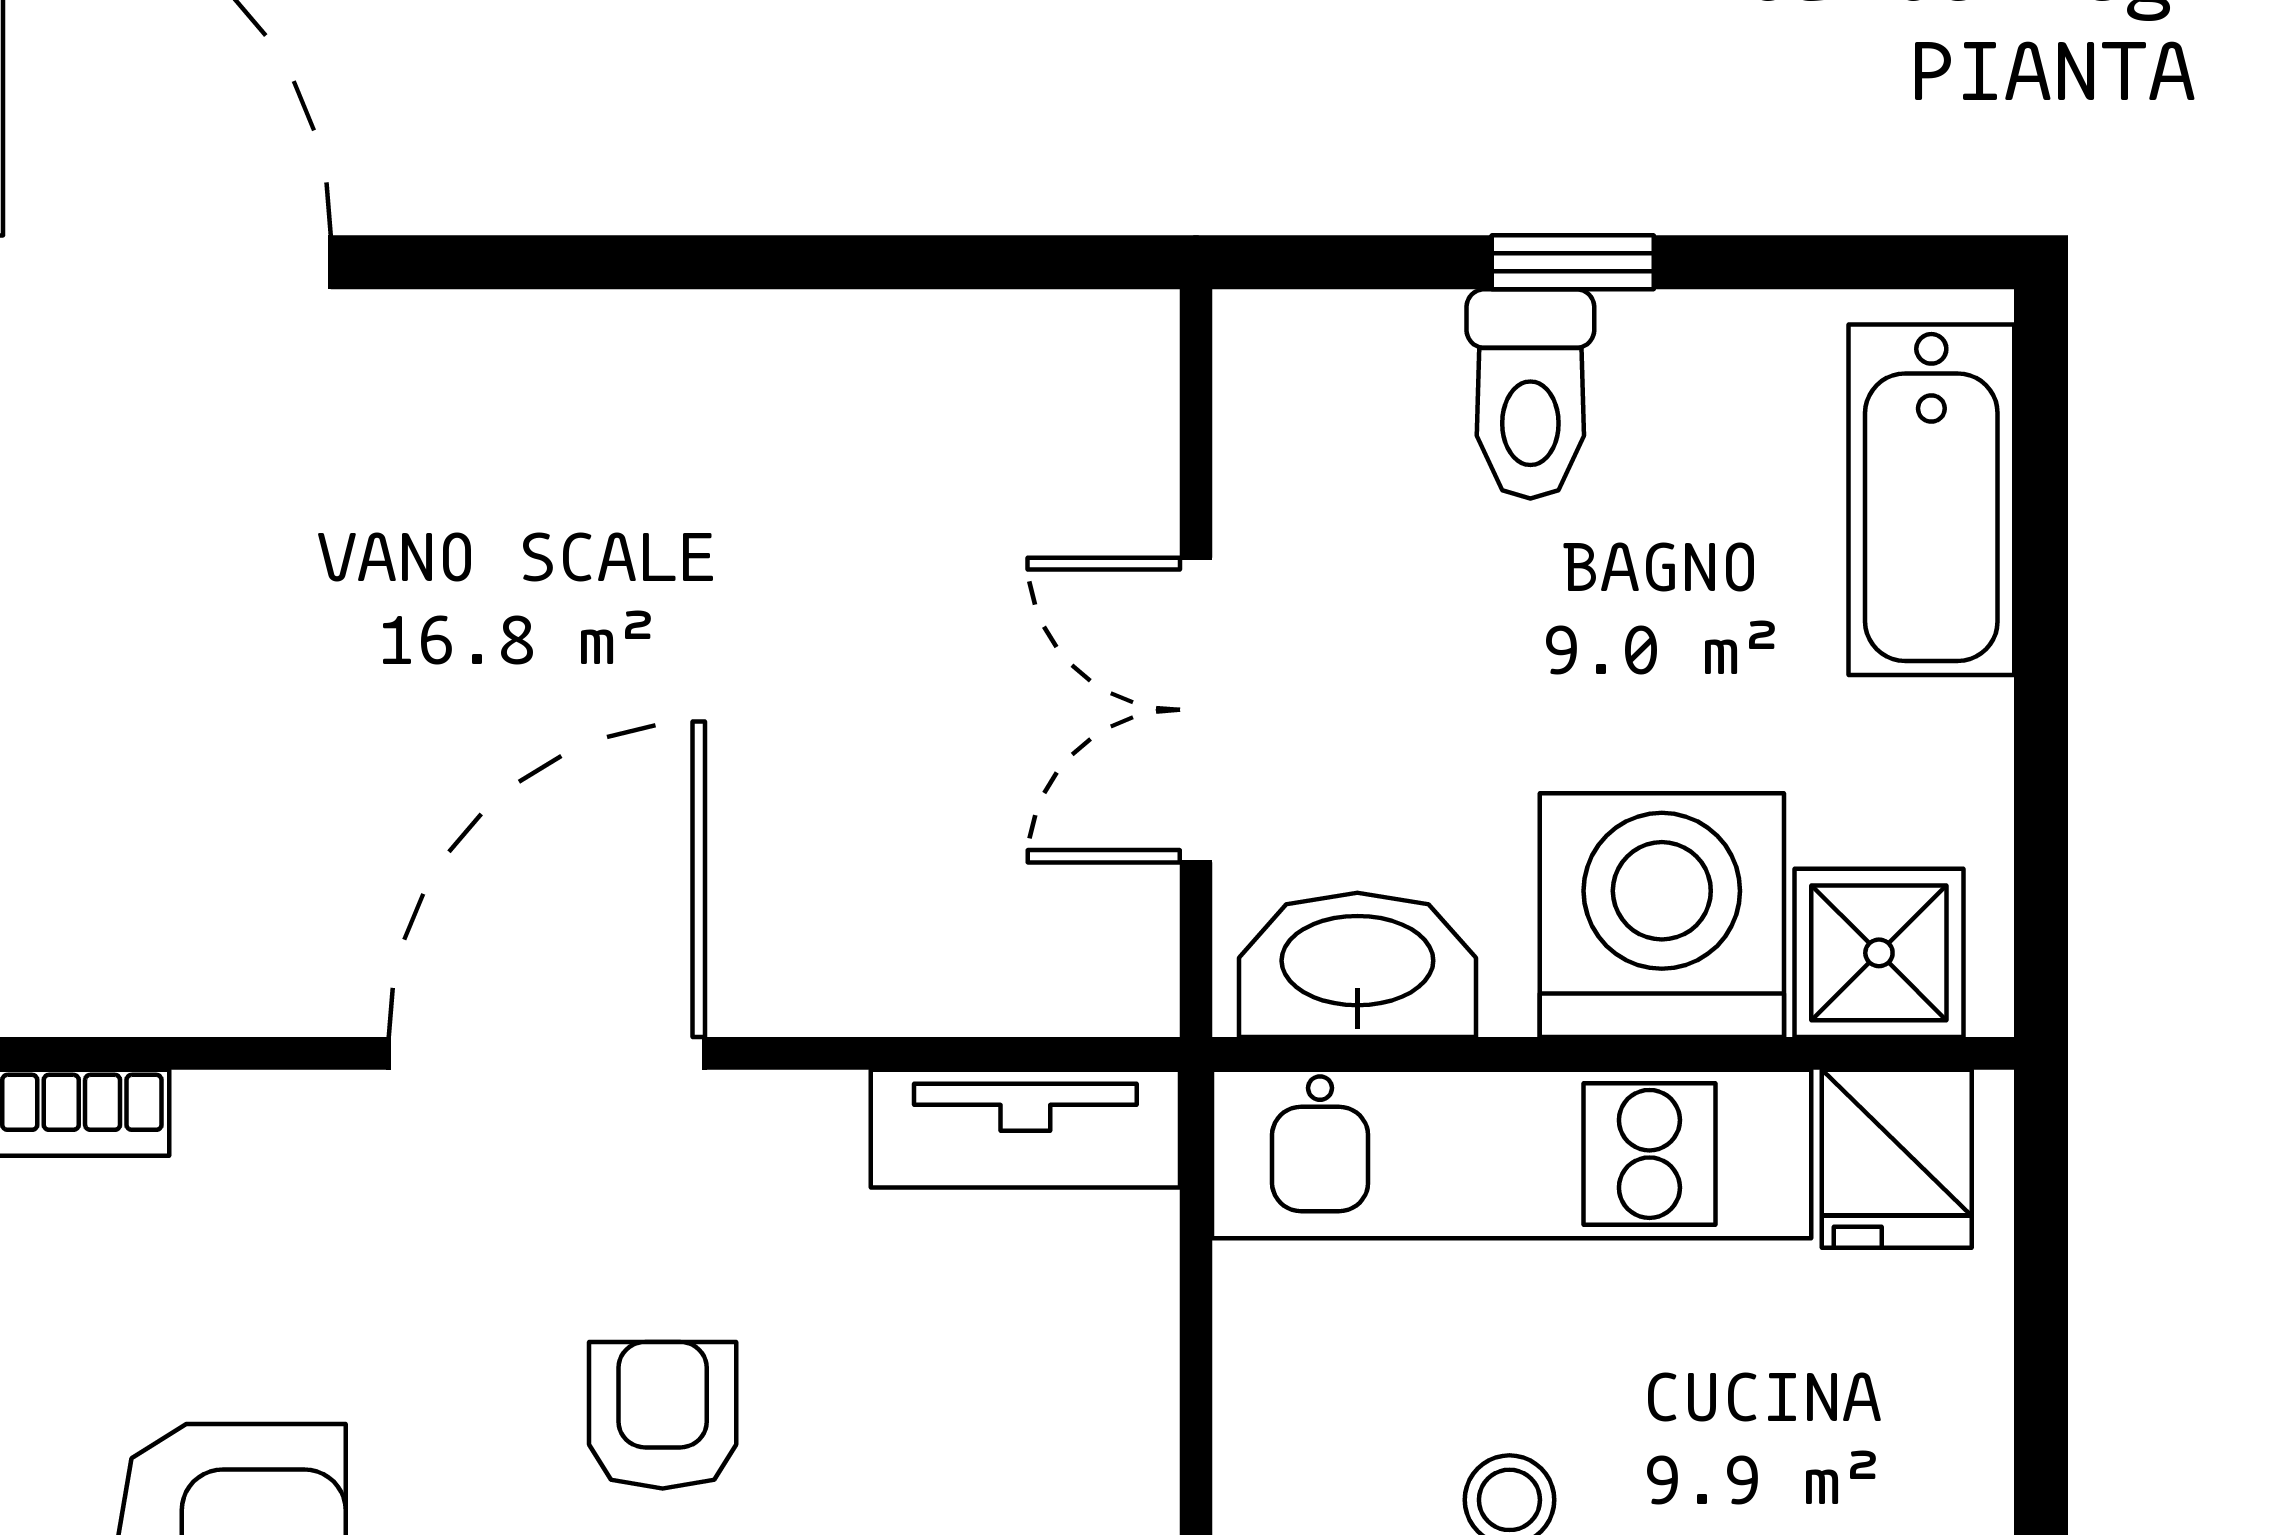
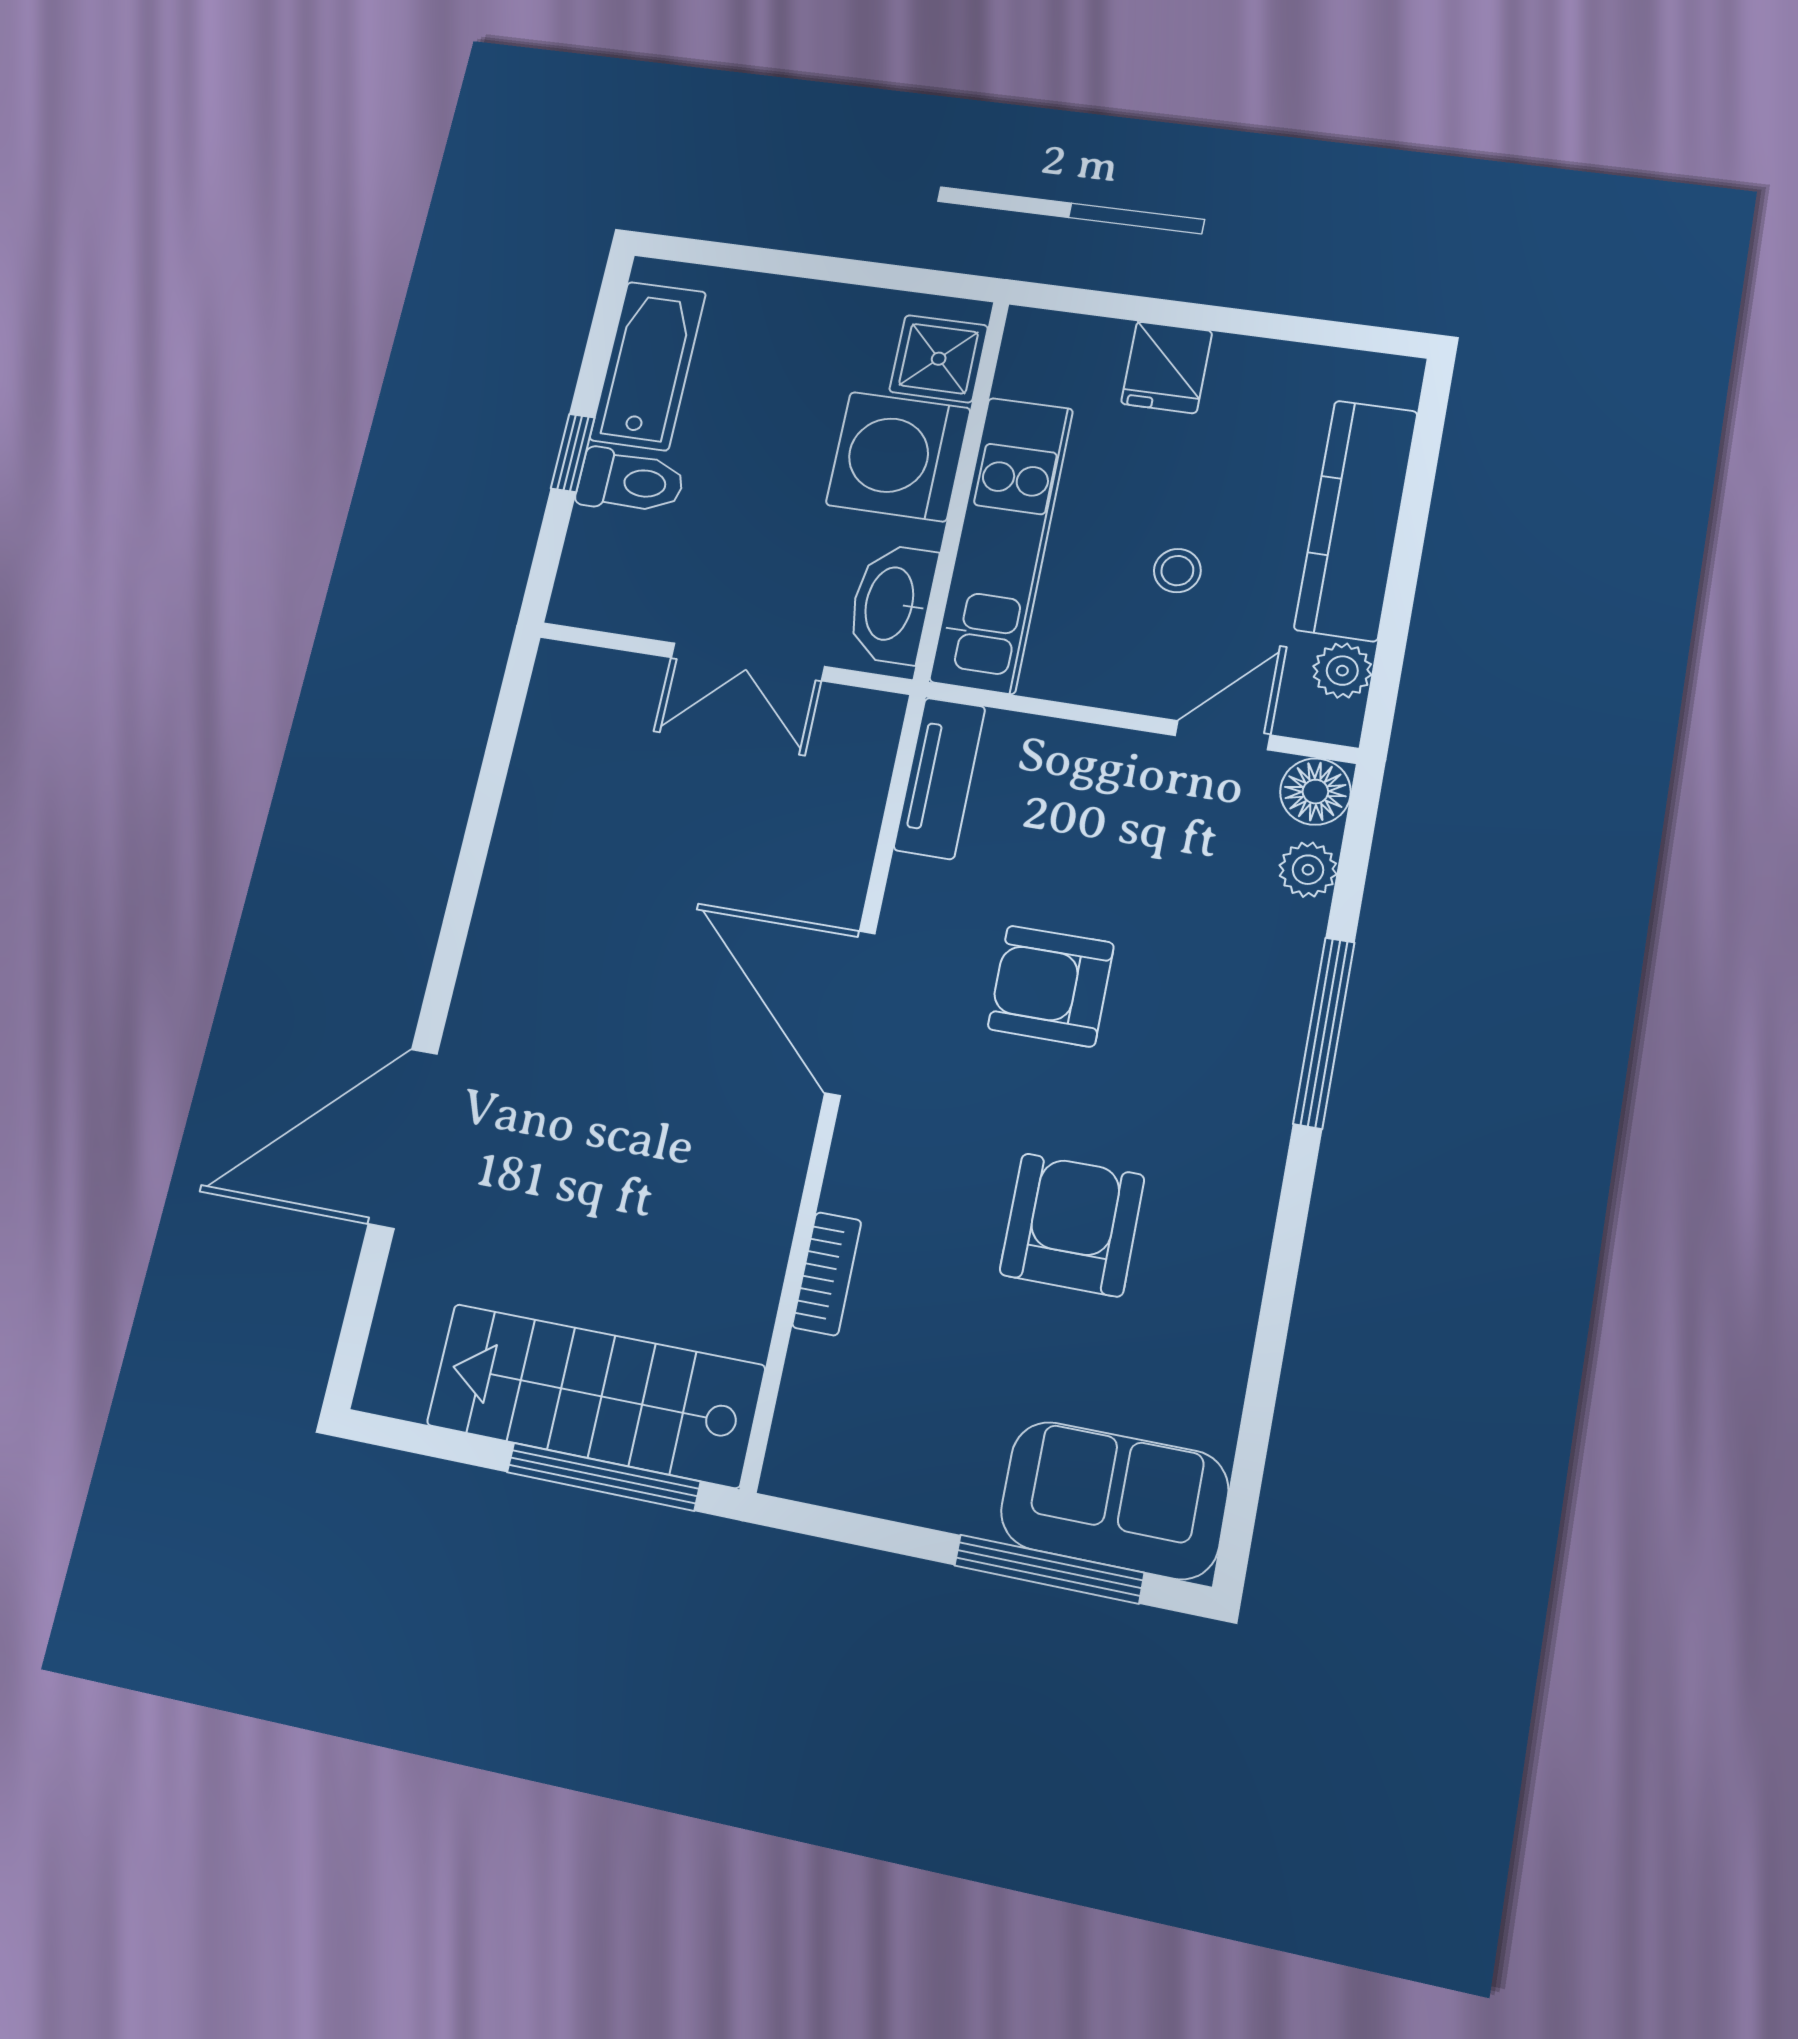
bathtub: (1931, 500) -> (648, 366), moved, turned -90
fridge: (1897, 1159) -> (1167, 367), moved, turned 90
armchair: (663, 1415) -> (1051, 986), width x1.38, depth x1.38

